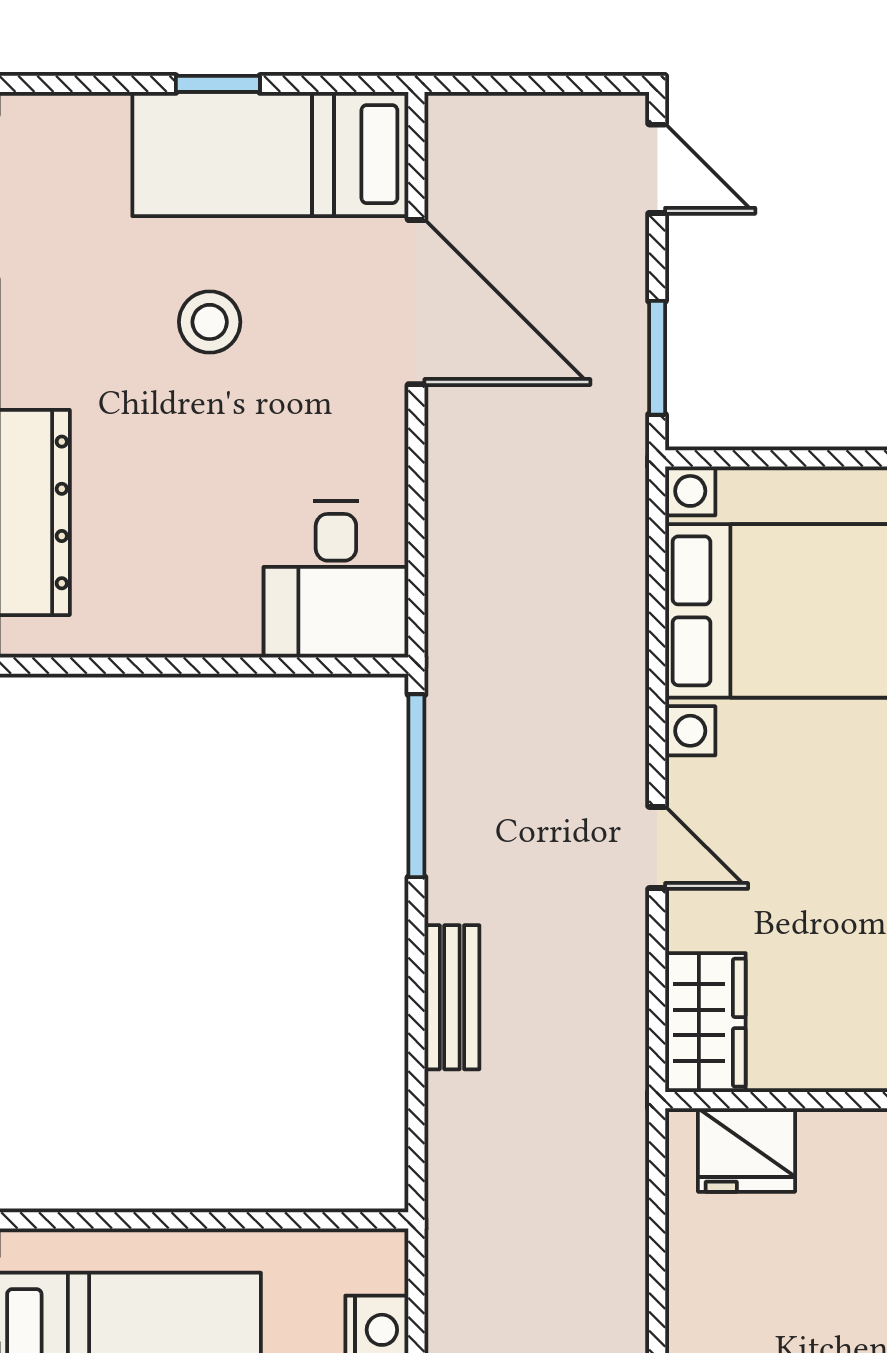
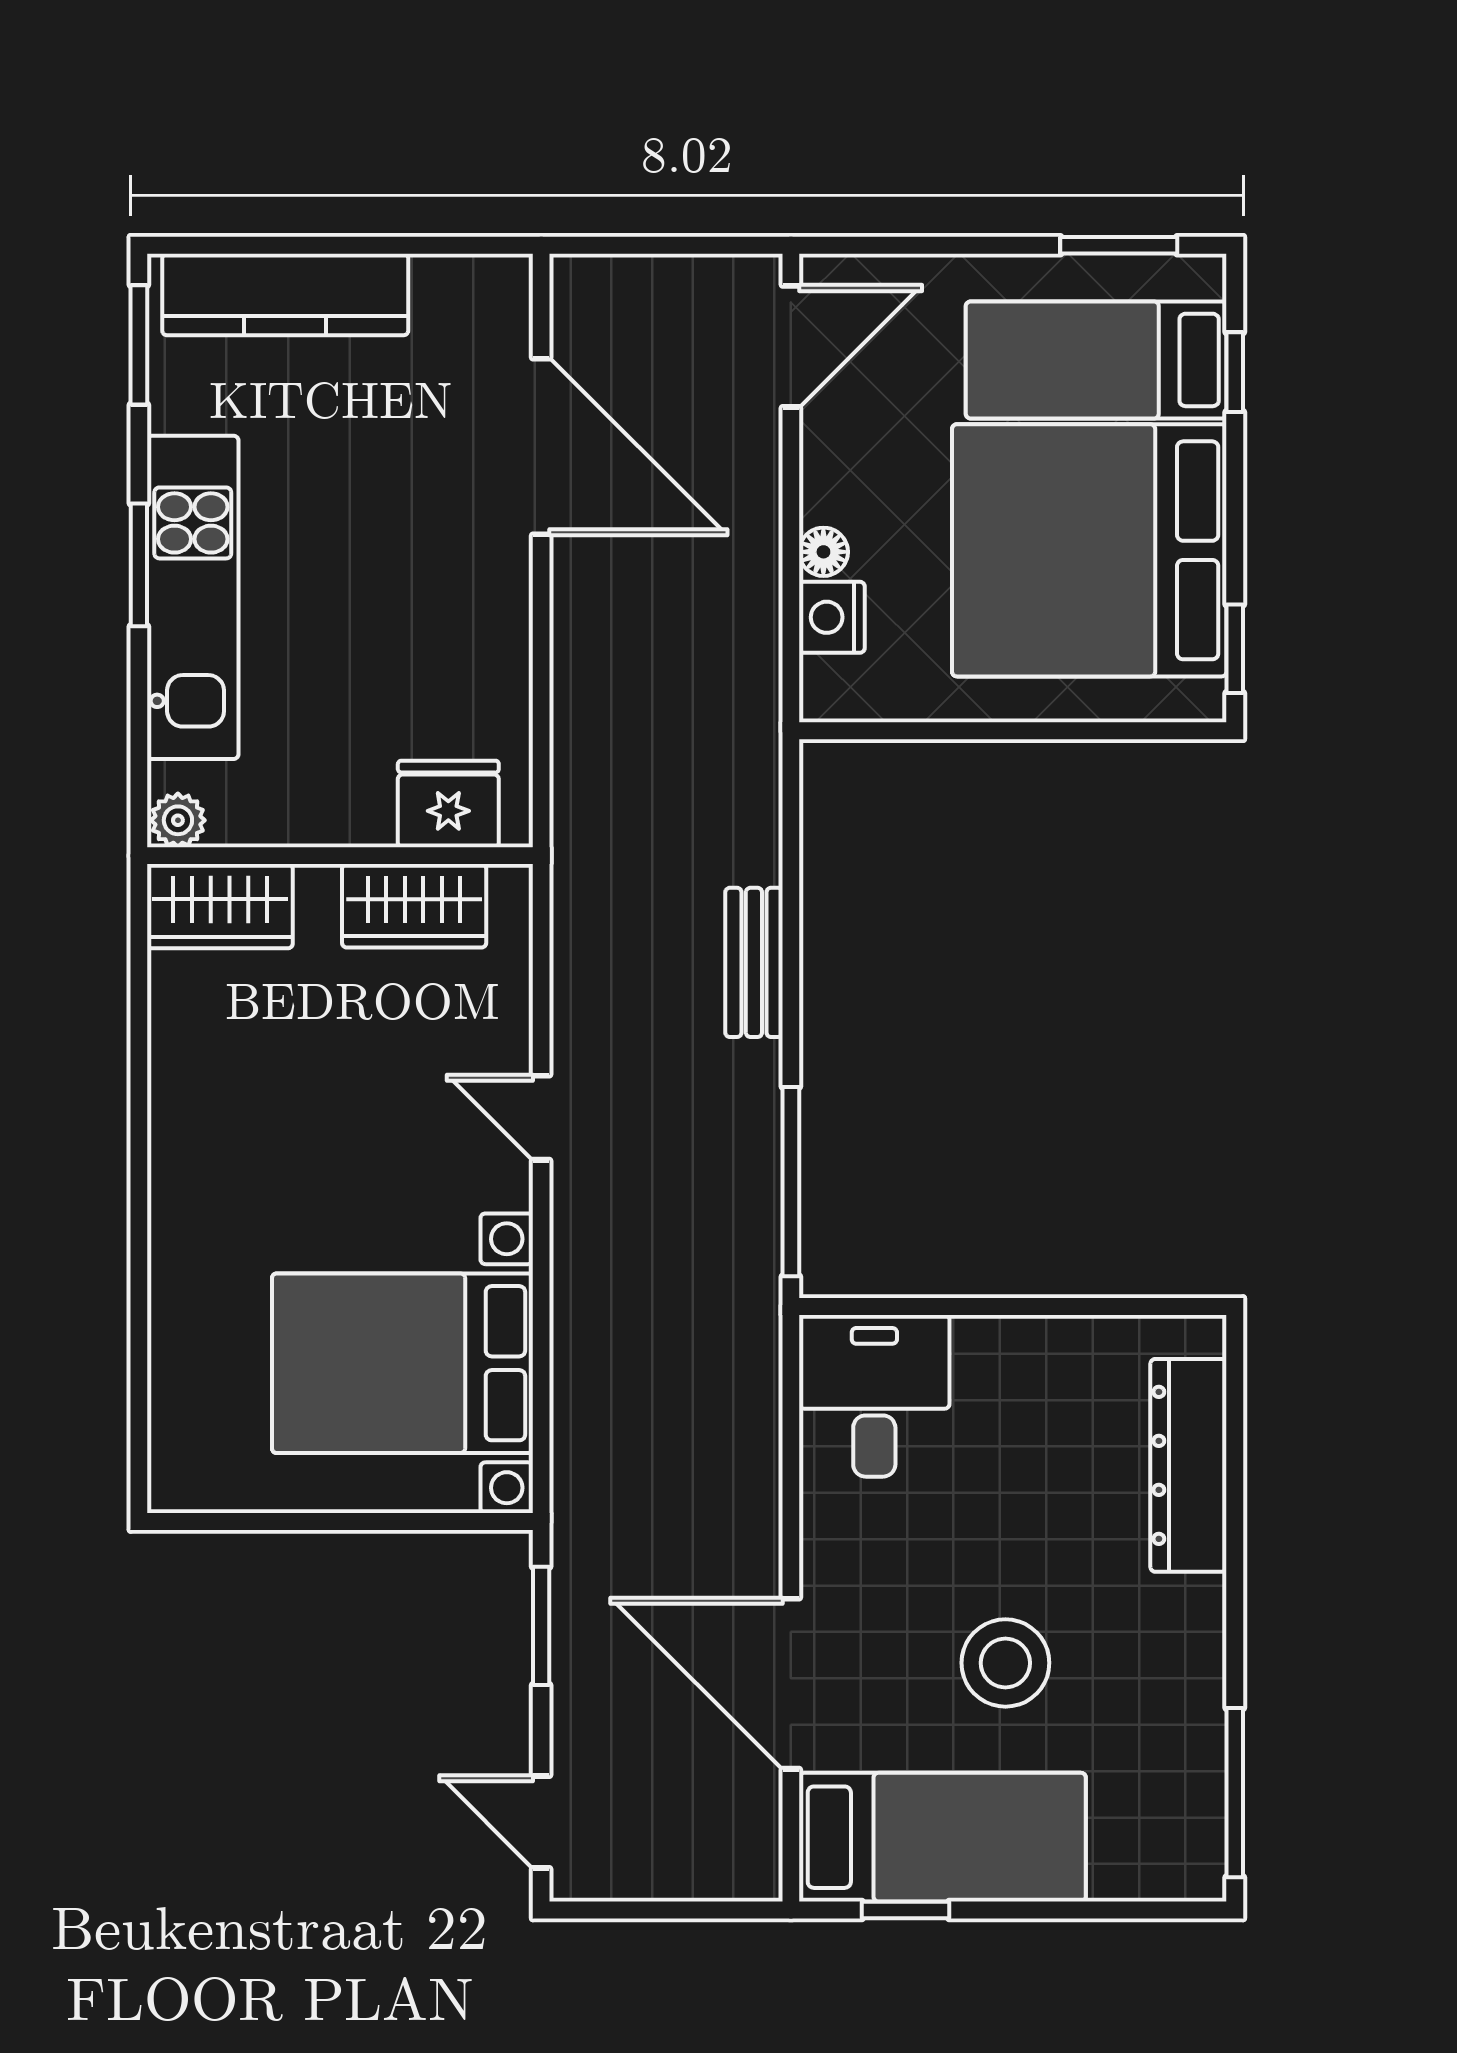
window: (218, 84) -> (906, 1910), moved
stool: (210, 322) -> (1005, 1663), width x1.38, depth x1.38
wardrobe: (705, 1023) -> (414, 906), moved, turned -90

